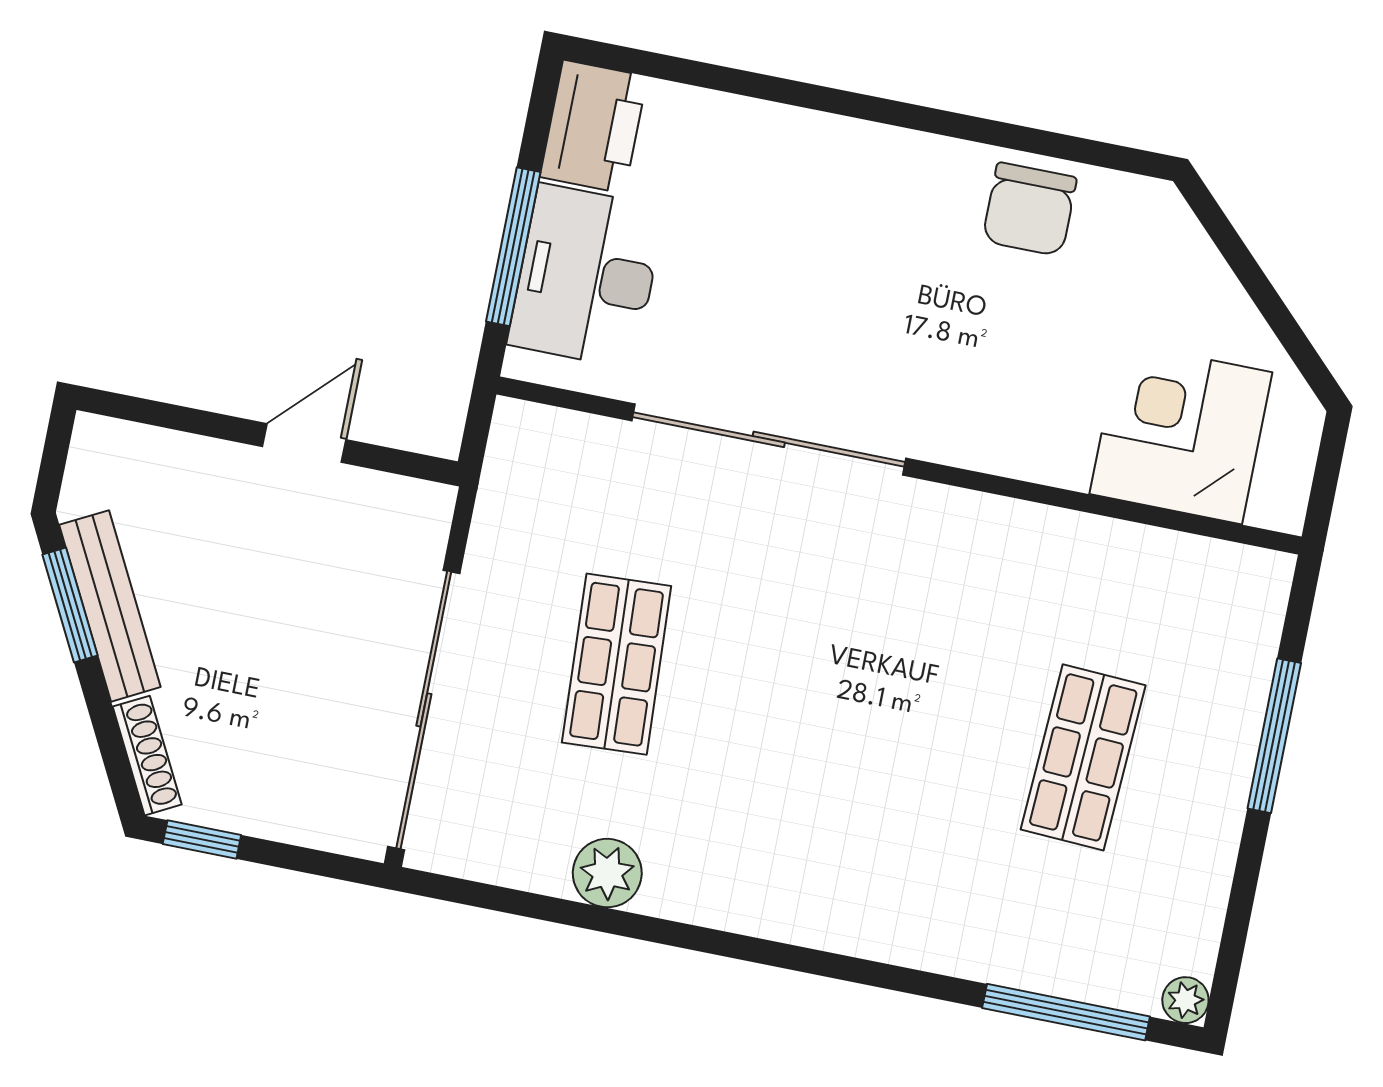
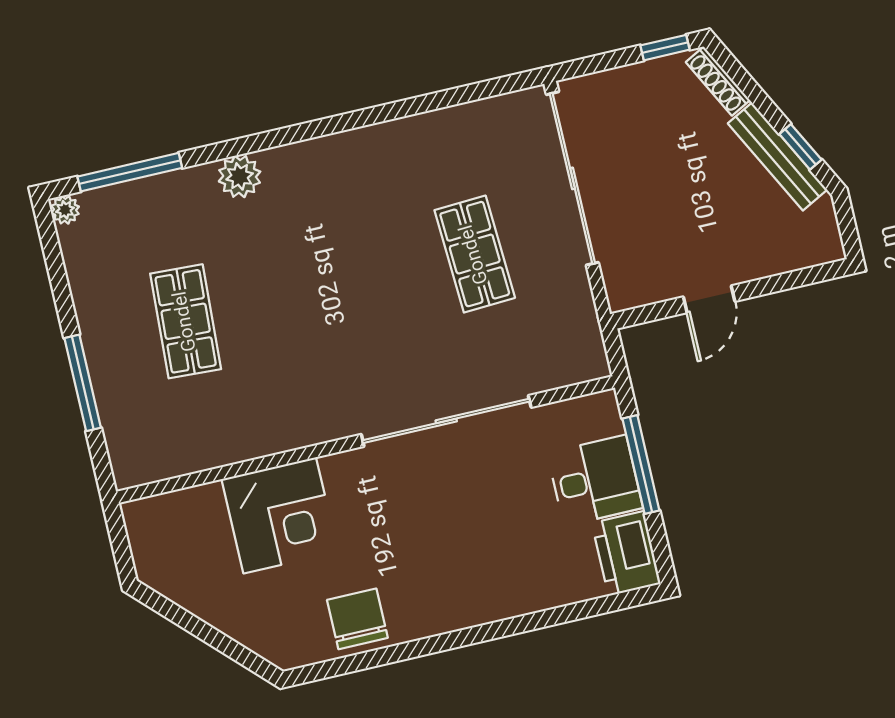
desk: (586, 276) -> (595, 480), width x0.73
corner desk: (1181, 433) -> (280, 515), moved
window: (70, 605) -> (800, 147), width x0.67
plant: (607, 873) -> (240, 176), moved

